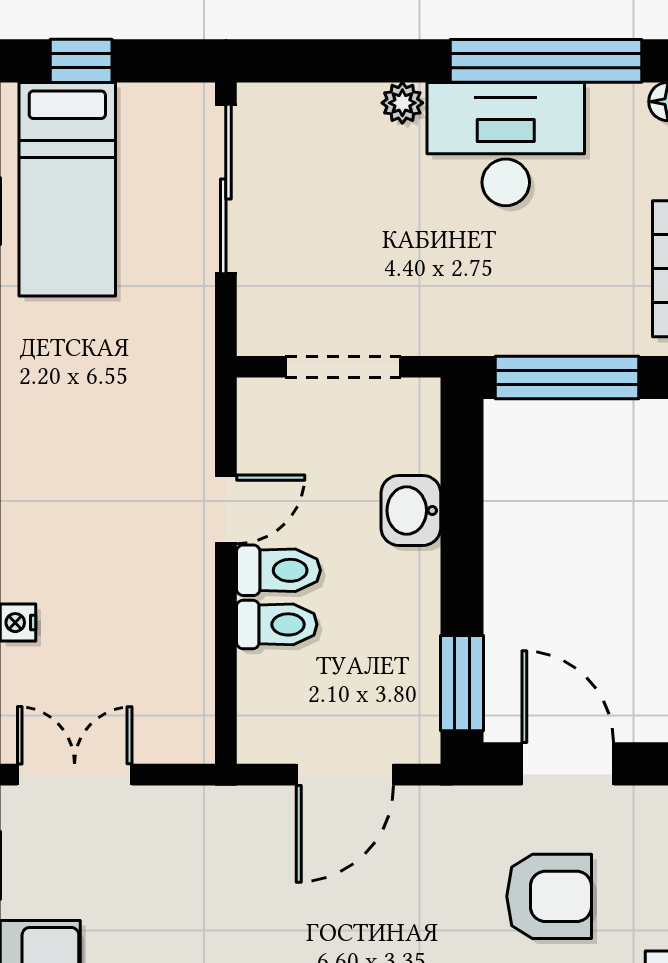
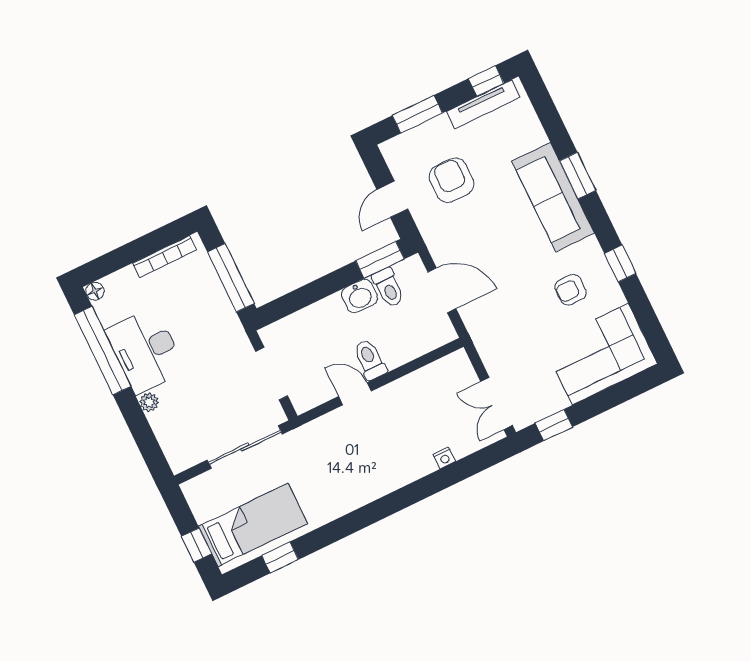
sliding door: (226, 189) -> (245, 447), moved
washbasin: (411, 510) -> (360, 296), moved
toilet: (277, 624) -> (388, 288), moved, turned 180
door: (568, 764) -> (392, 199), width x0.73

